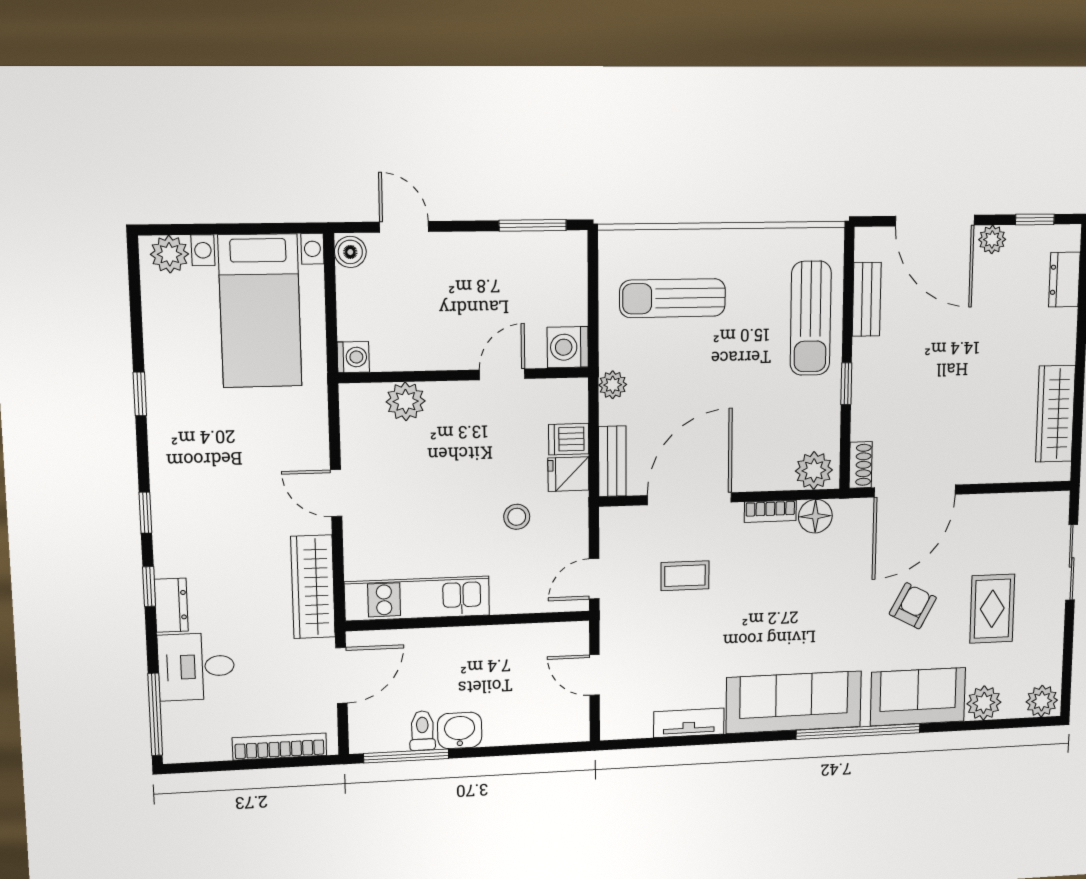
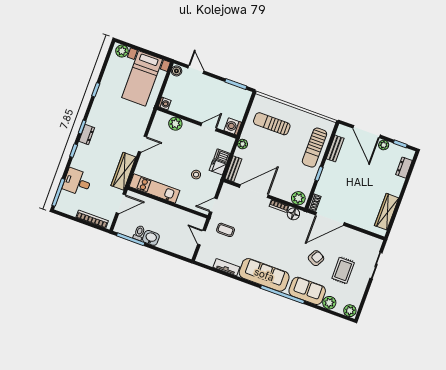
door: (336, 493) -> (142, 144), swing flipped
coffee table: (685, 576) -> (226, 230), moved
dresser: (171, 605) -> (87, 135), moved

